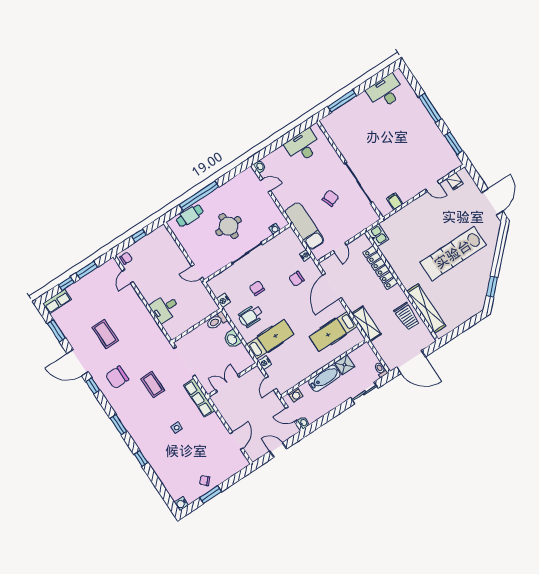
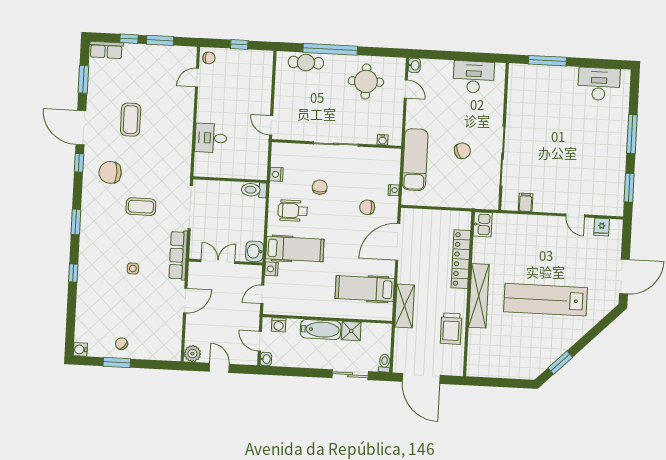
round table: (229, 226) -> (366, 81), moved
door: (340, 248) -> (435, 208), removed
shelving: (426, 309) -> (479, 296), moved
washbasin: (232, 339) -> (254, 251), moved
coffee table: (153, 385) -> (141, 207), turned 90
door: (236, 441) -> (185, 301), moved
plant: (254, 454) -> (192, 354), added

